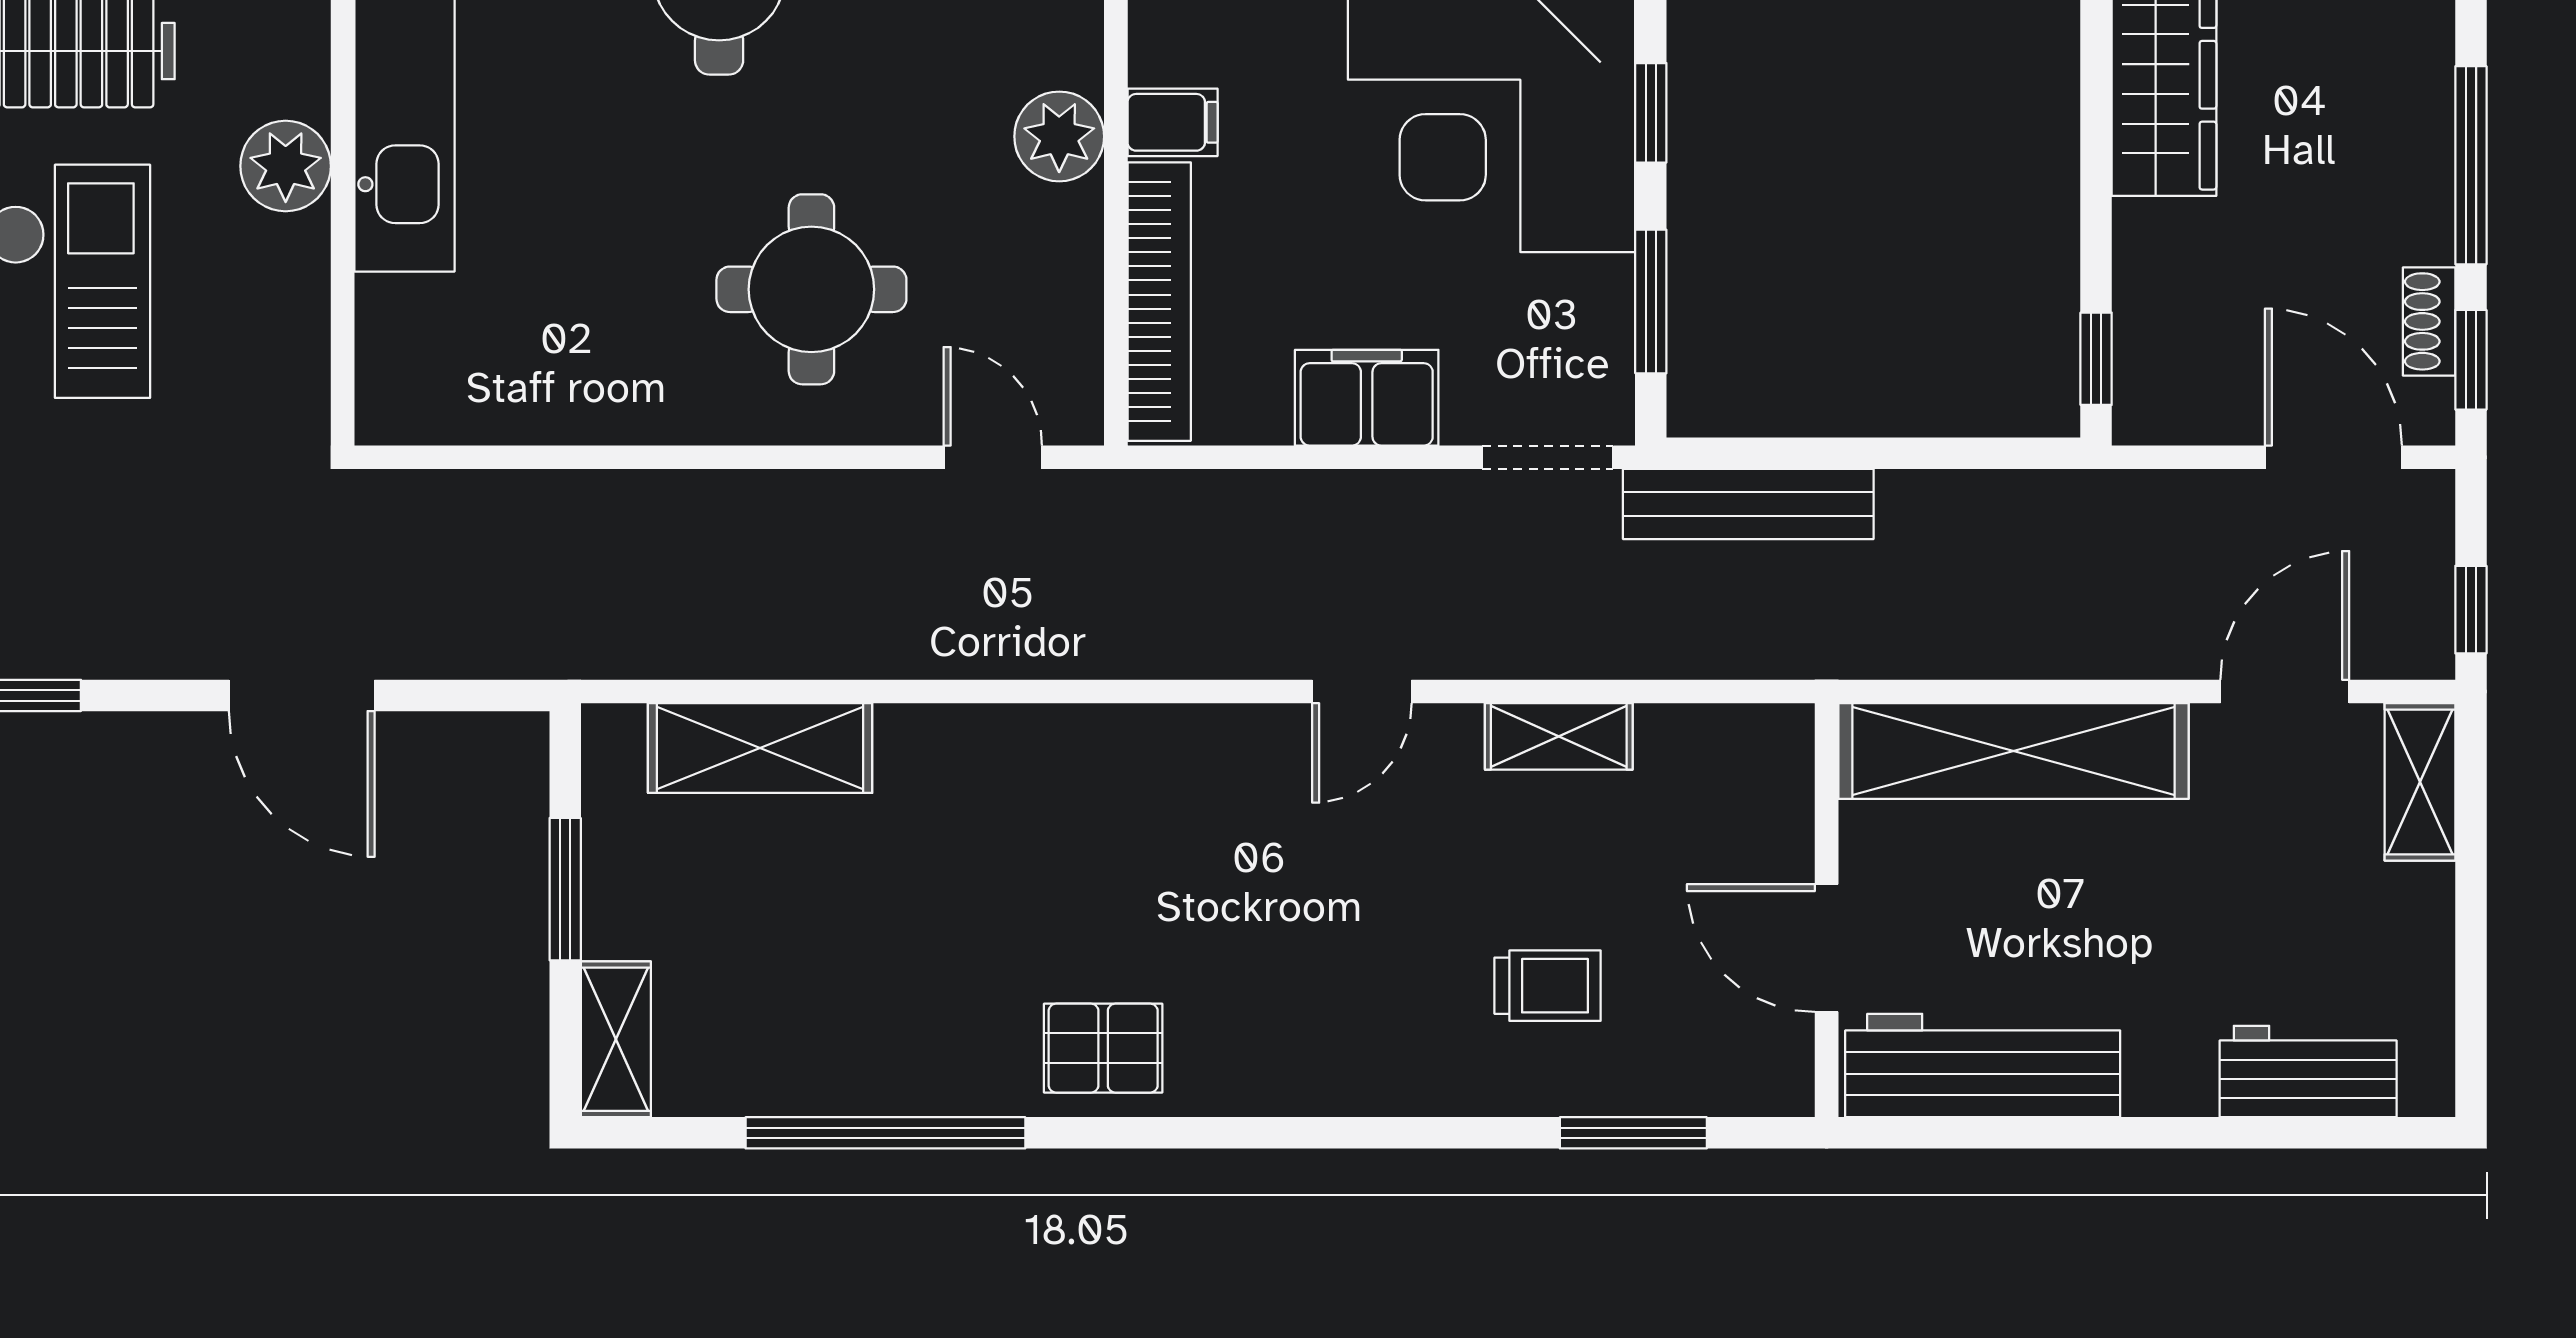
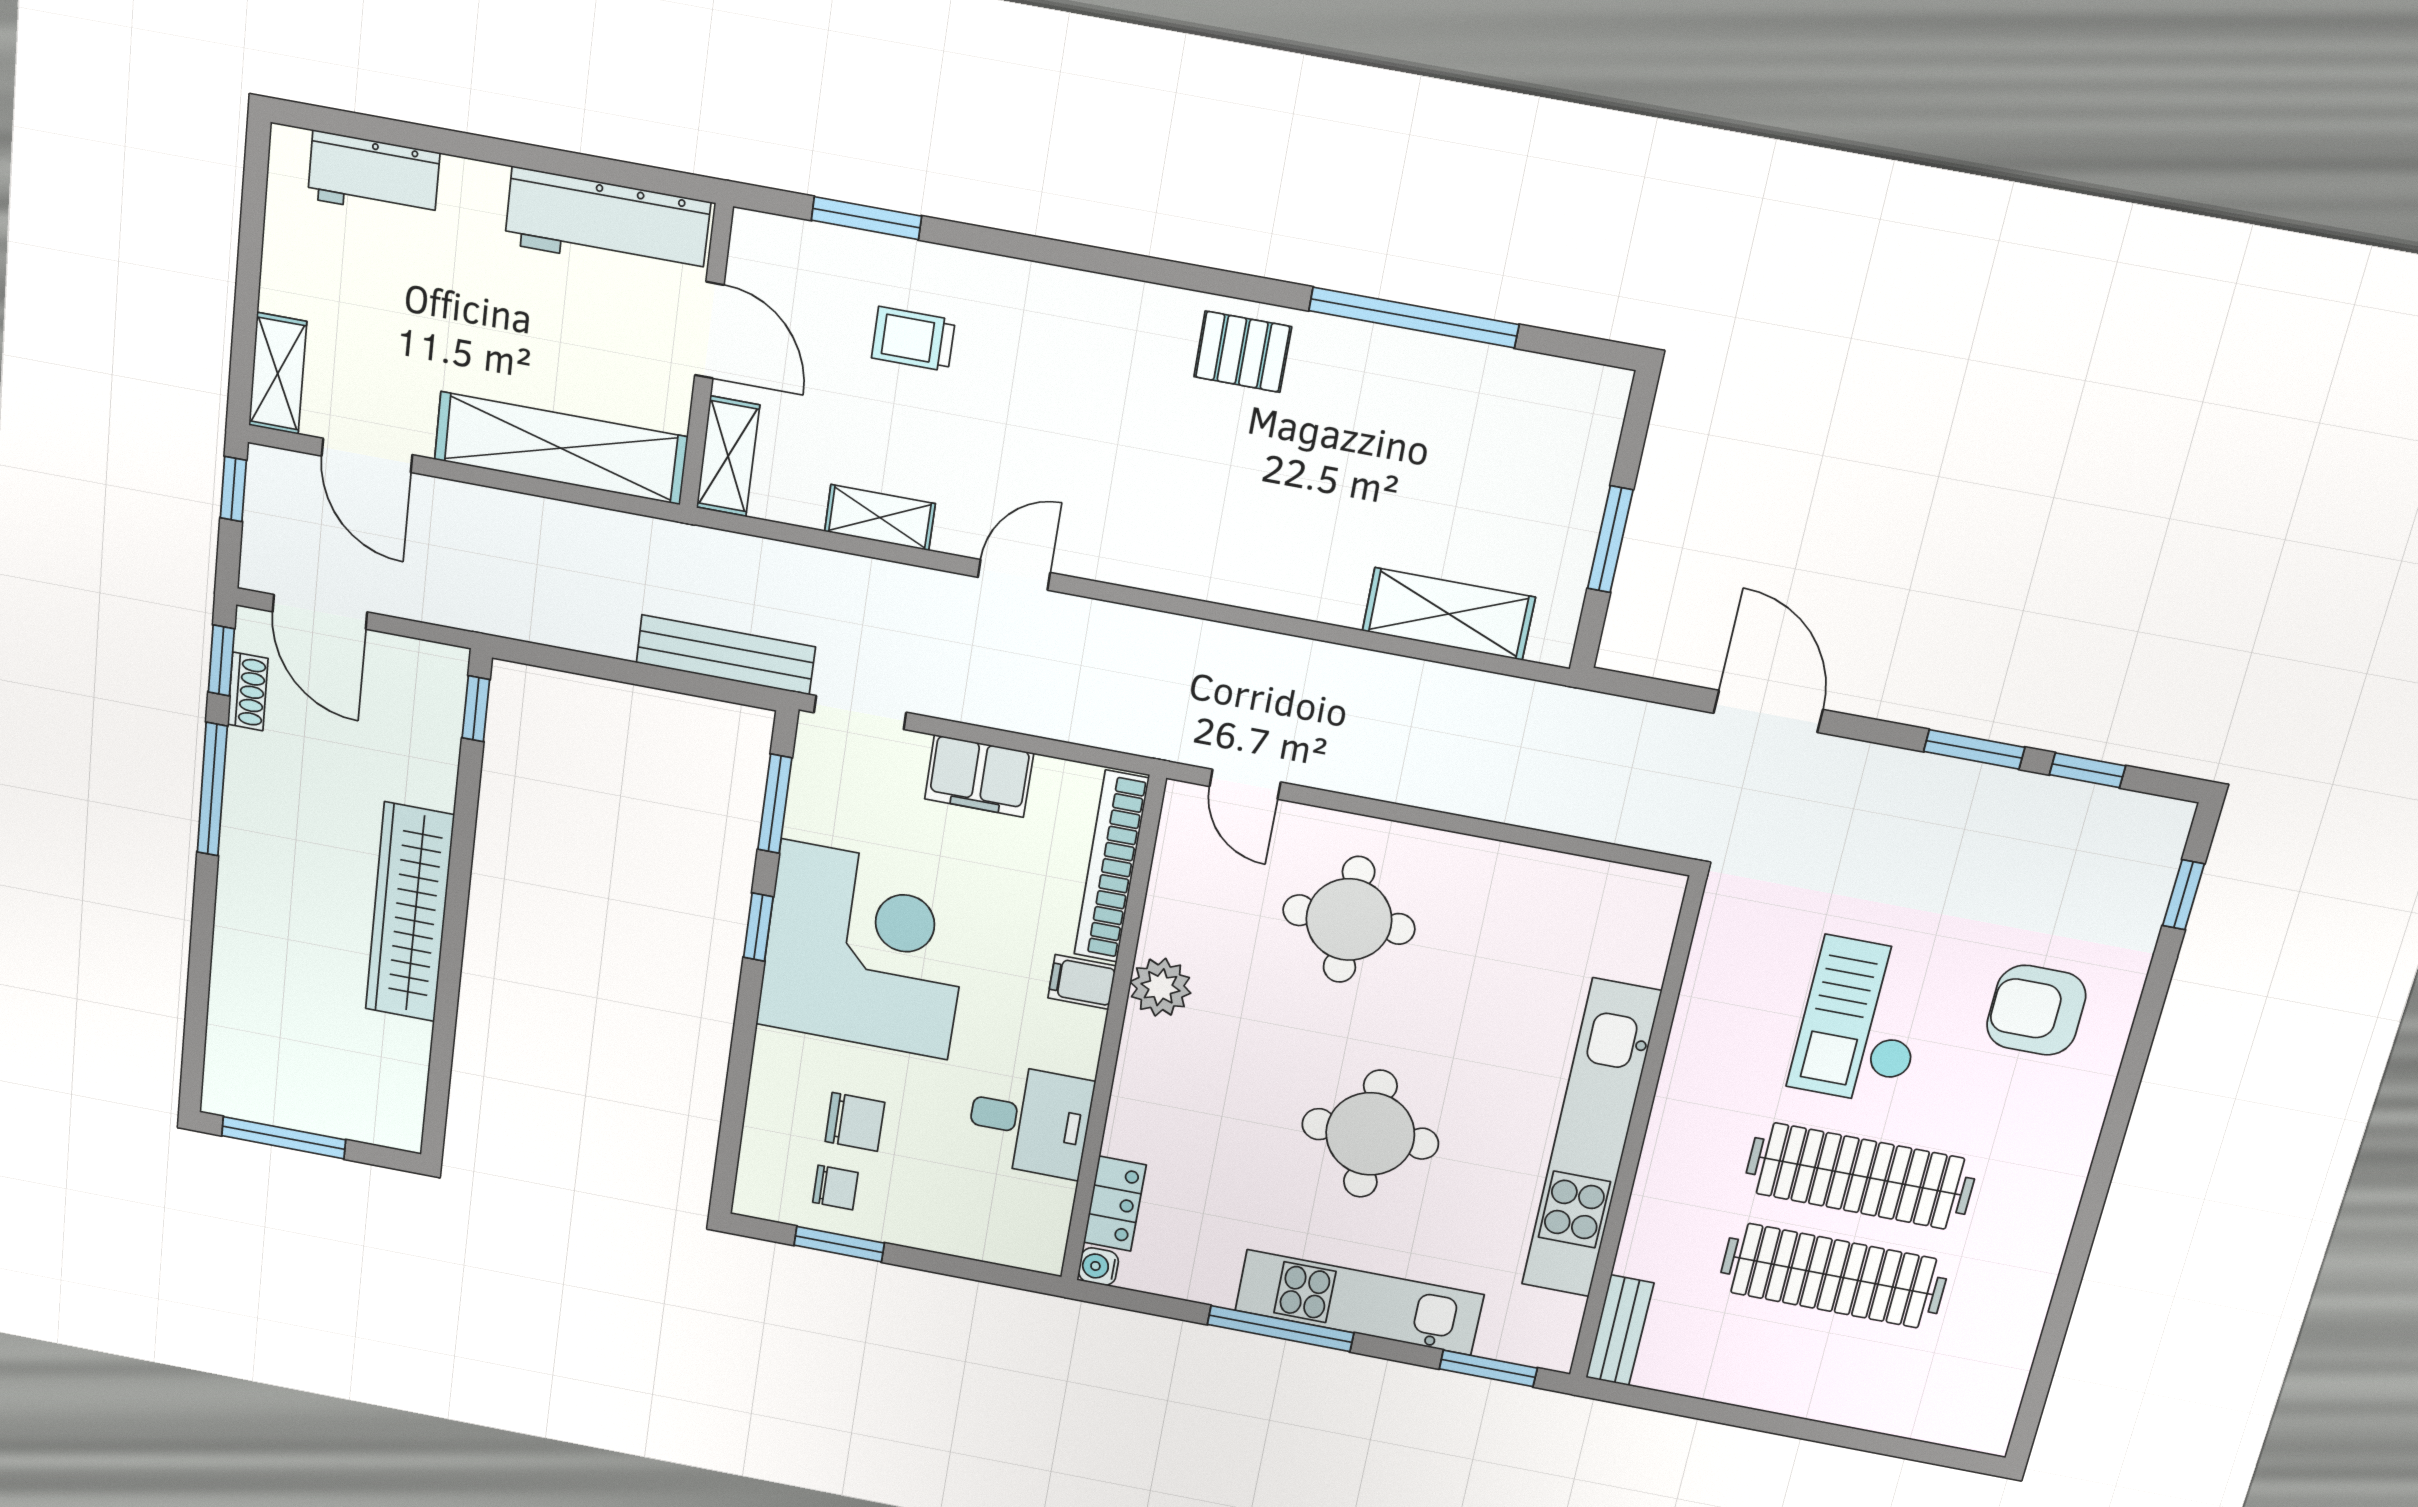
plant: (286, 166) -> (1693, 1068), removed
door: (2285, 692) -> (367, 455), hinge flipped
shelving: (616, 1039) -> (728, 456), moved

